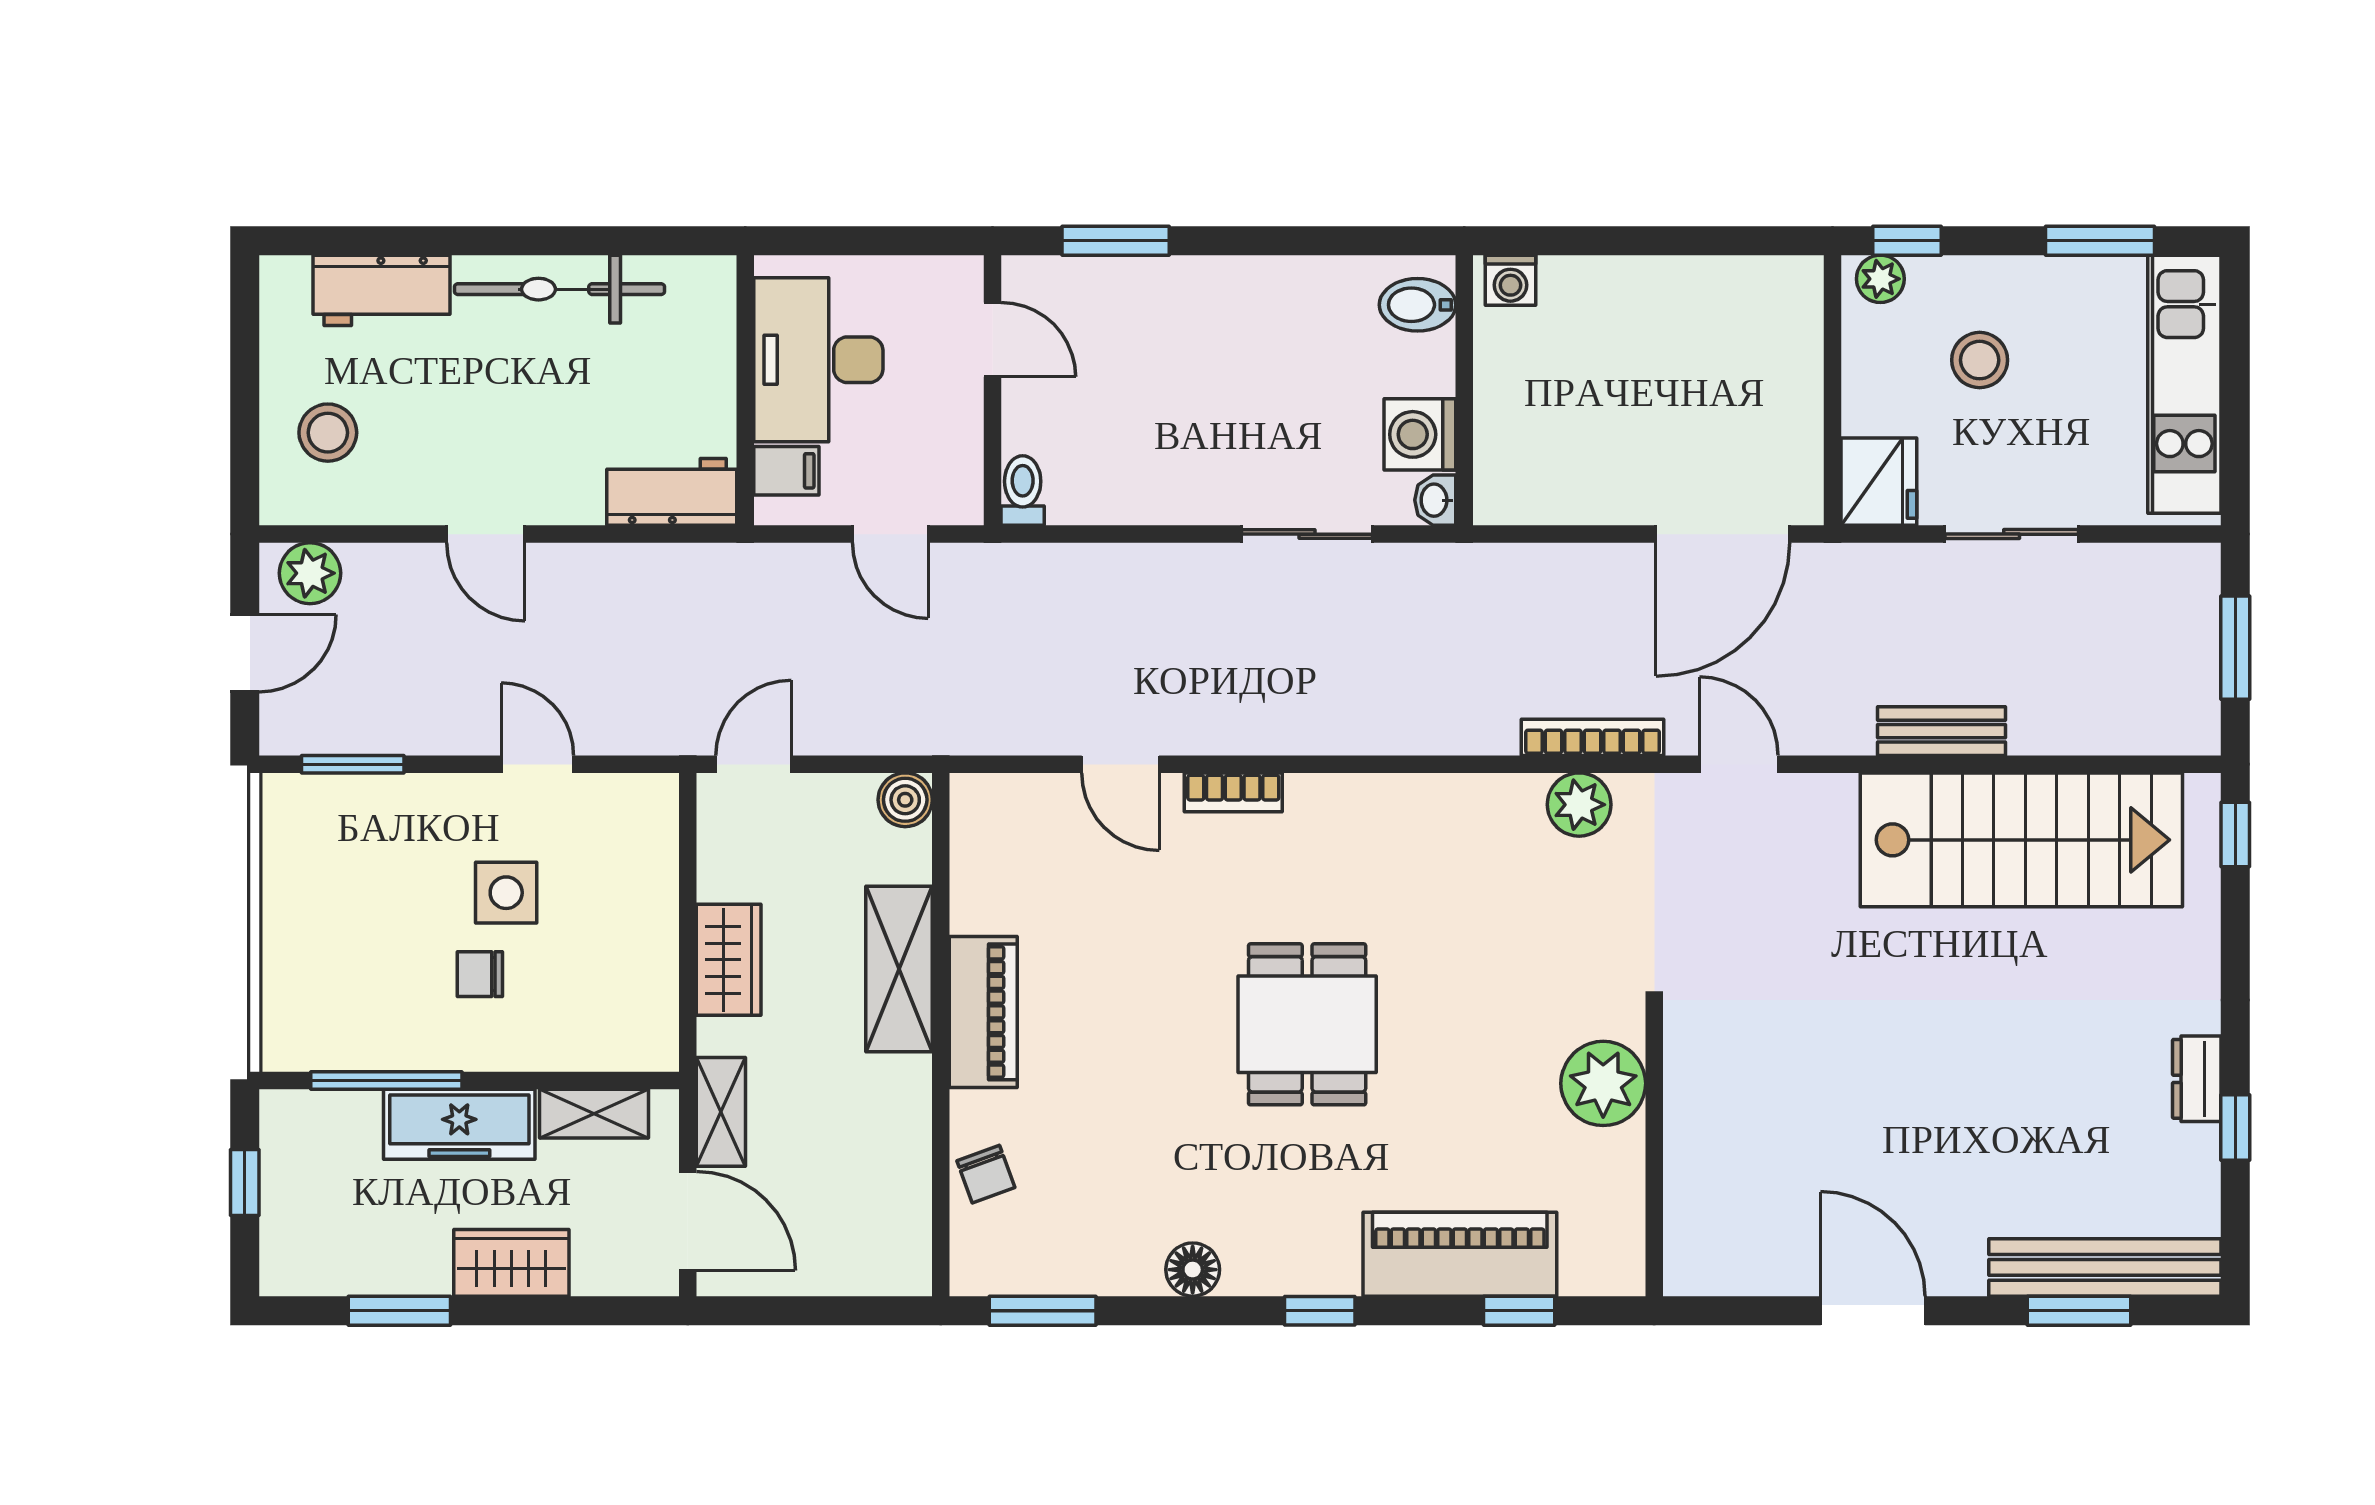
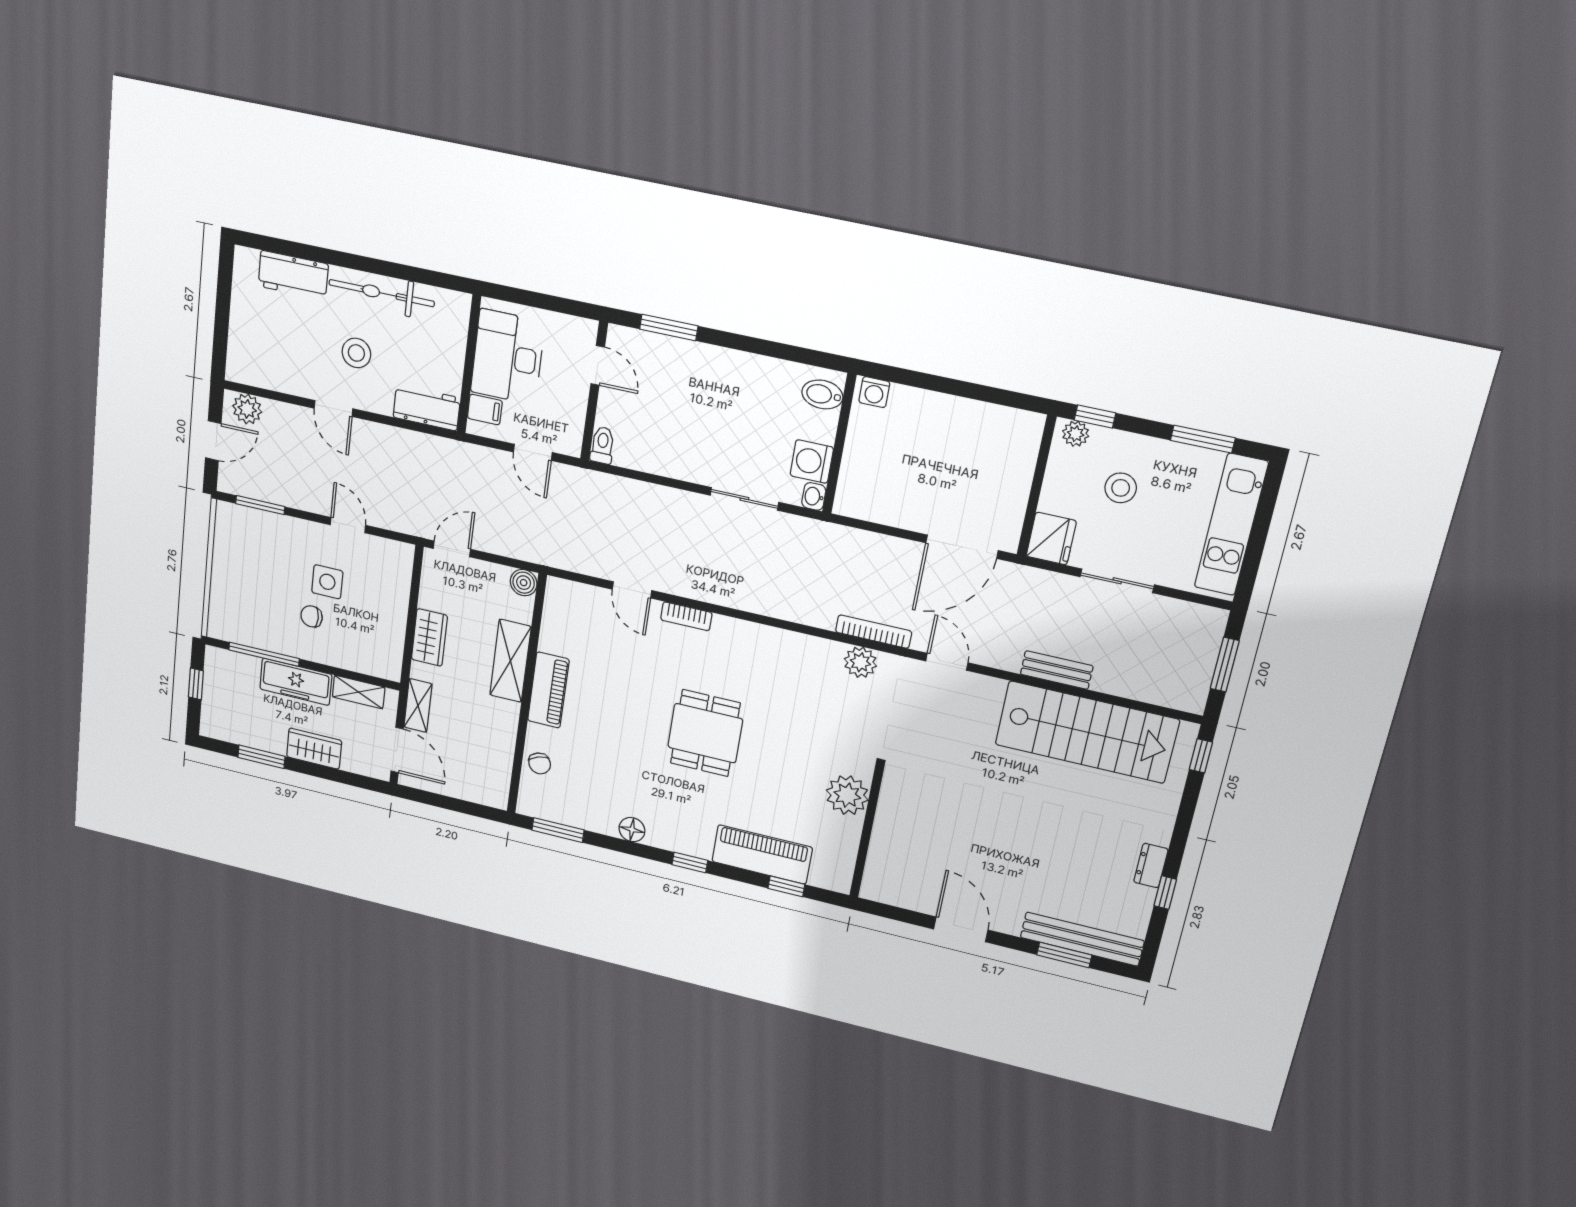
stool: (328, 433) -> (356, 353), moved

